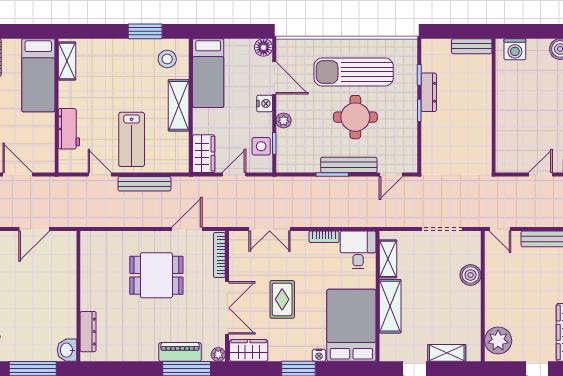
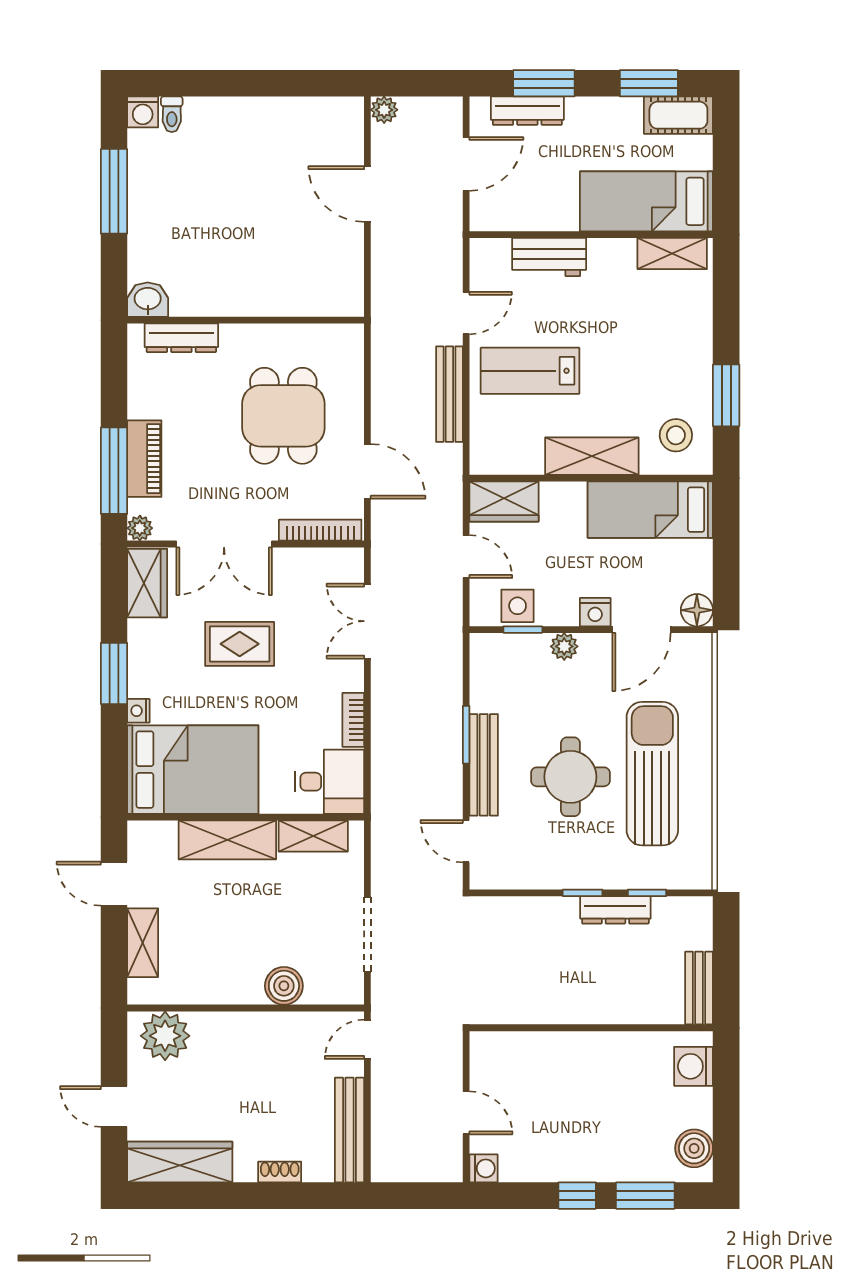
wall: (78, 296) -> (246, 320), moved
dresser: (88, 332) -> (181, 338), moved
washbasin: (67, 350) -> (148, 300), moved

